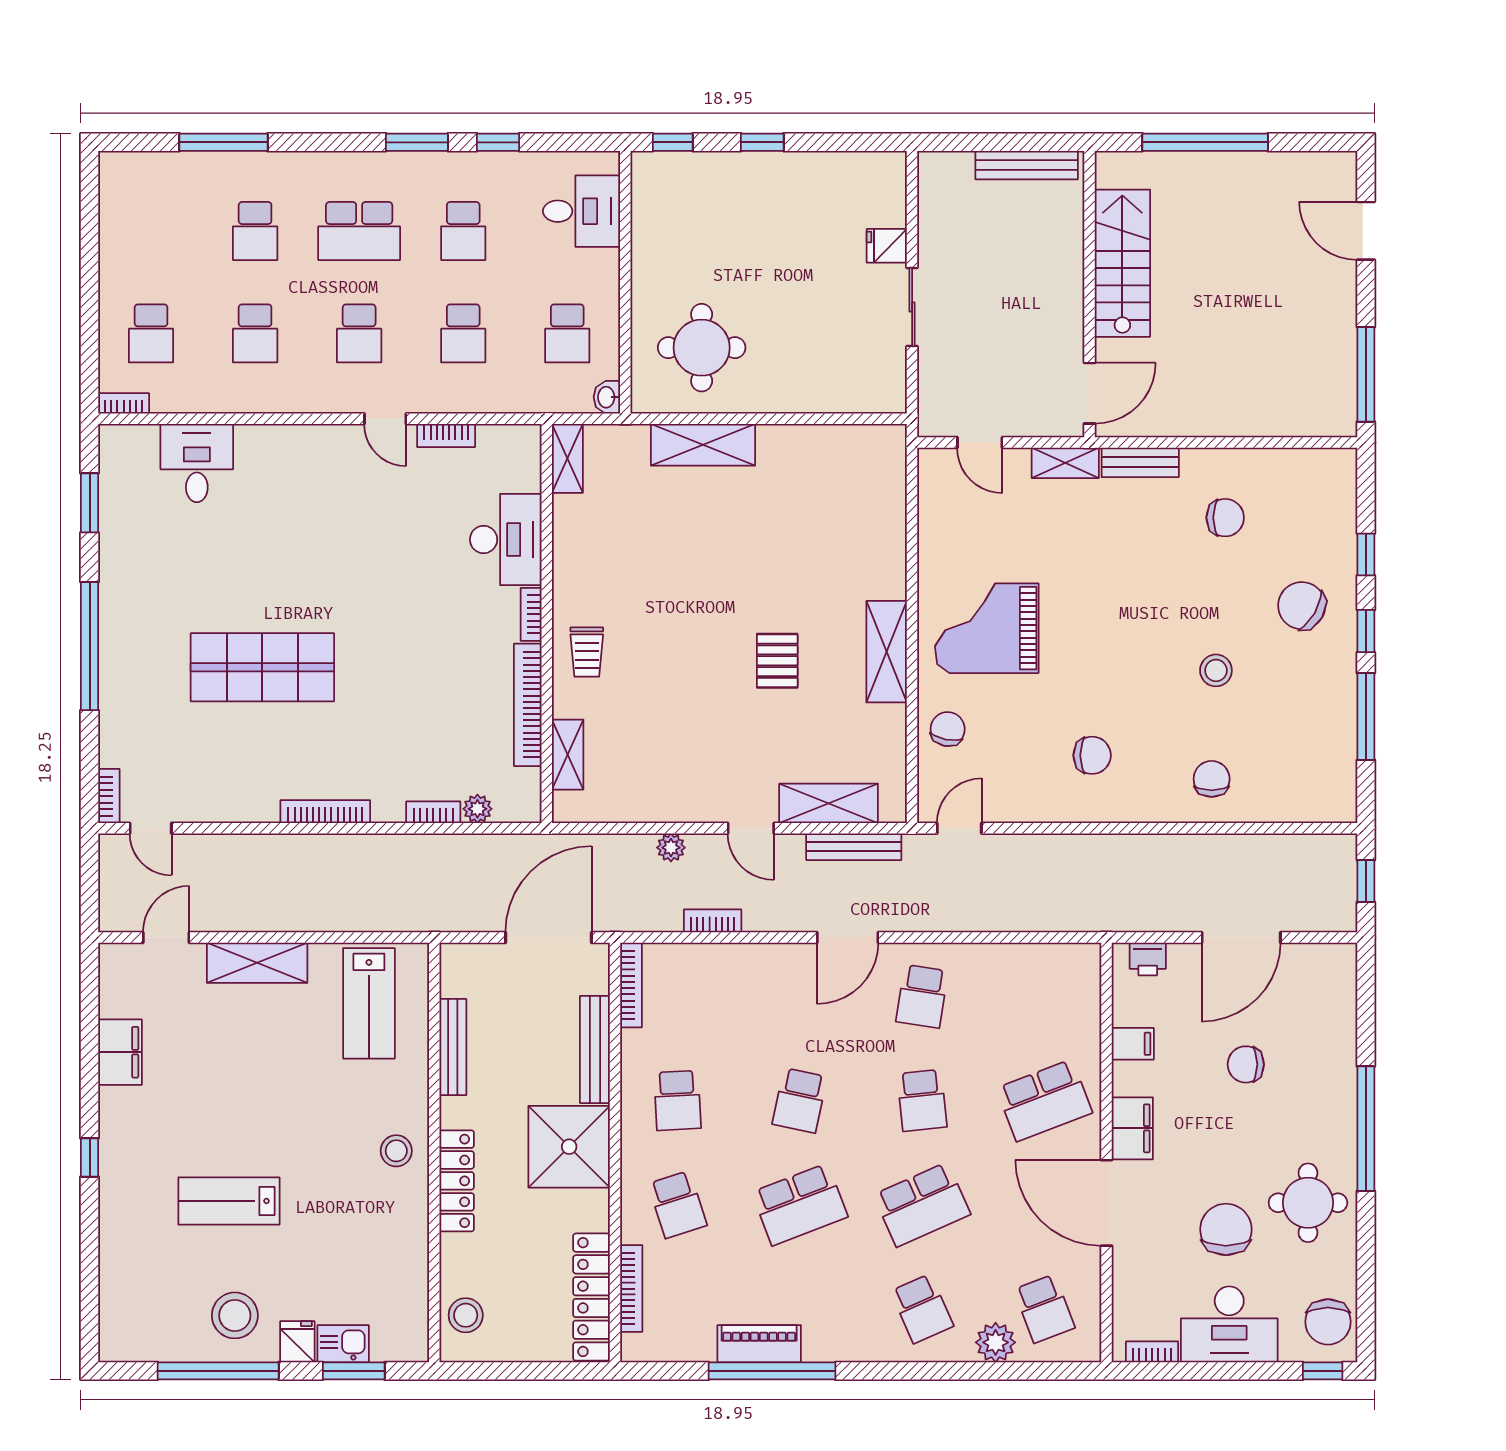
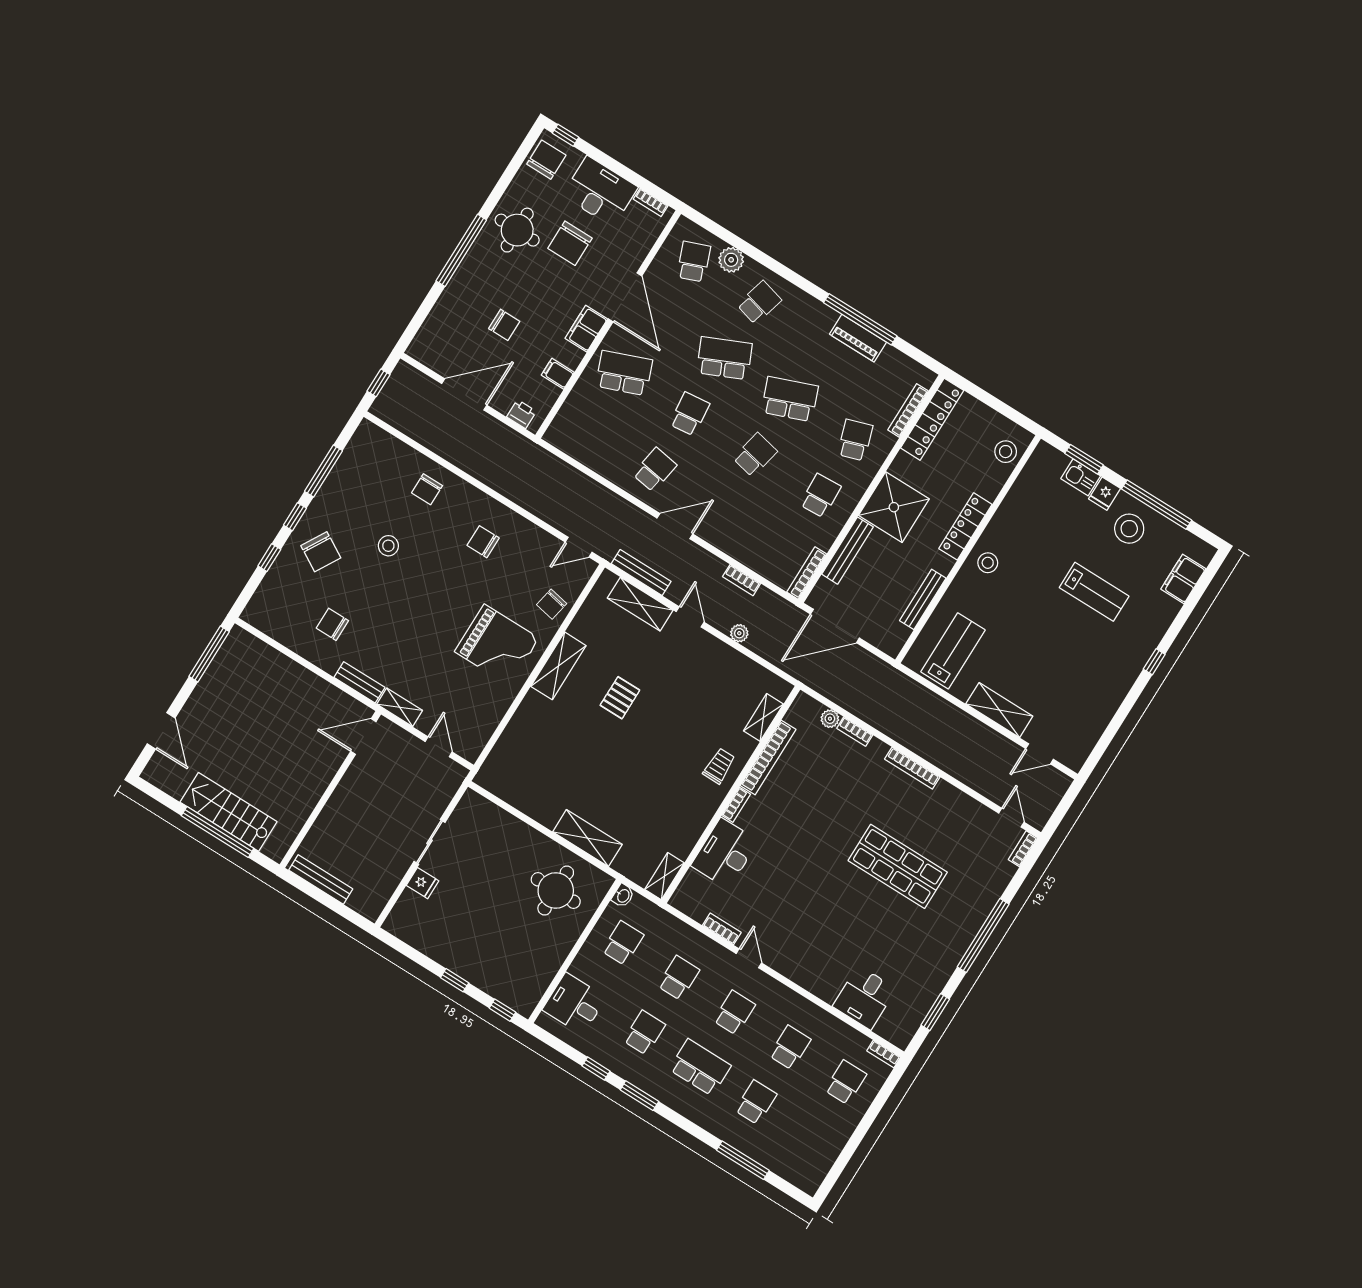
stairs: (1122, 263) -> (229, 812), moved, turned 90
filing cabinet: (120, 1052) -> (1183, 579), moved
school desk: (922, 1309) -> (759, 302), turned 39

